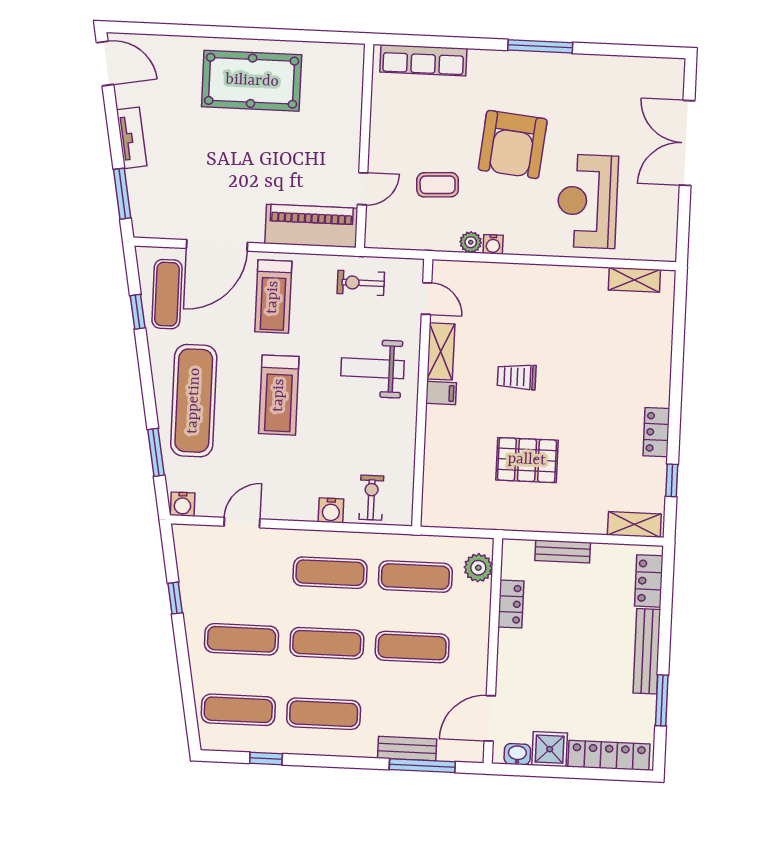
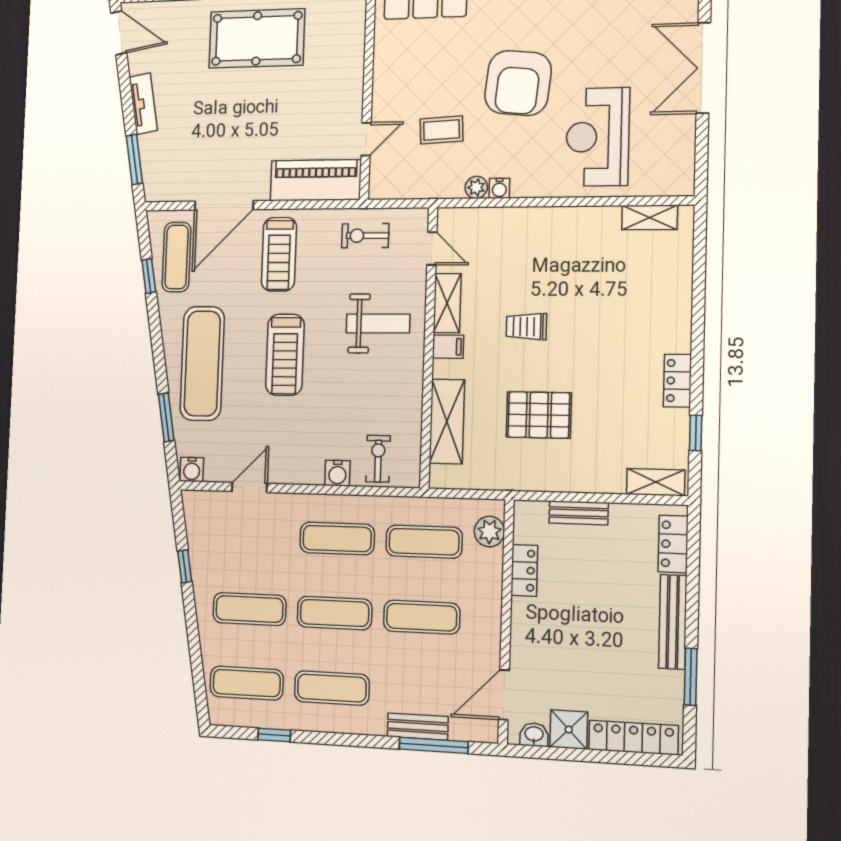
weight bench: (373, 368) -> (378, 323), turned 180
shelving: (439, 464) -> (447, 421), added

